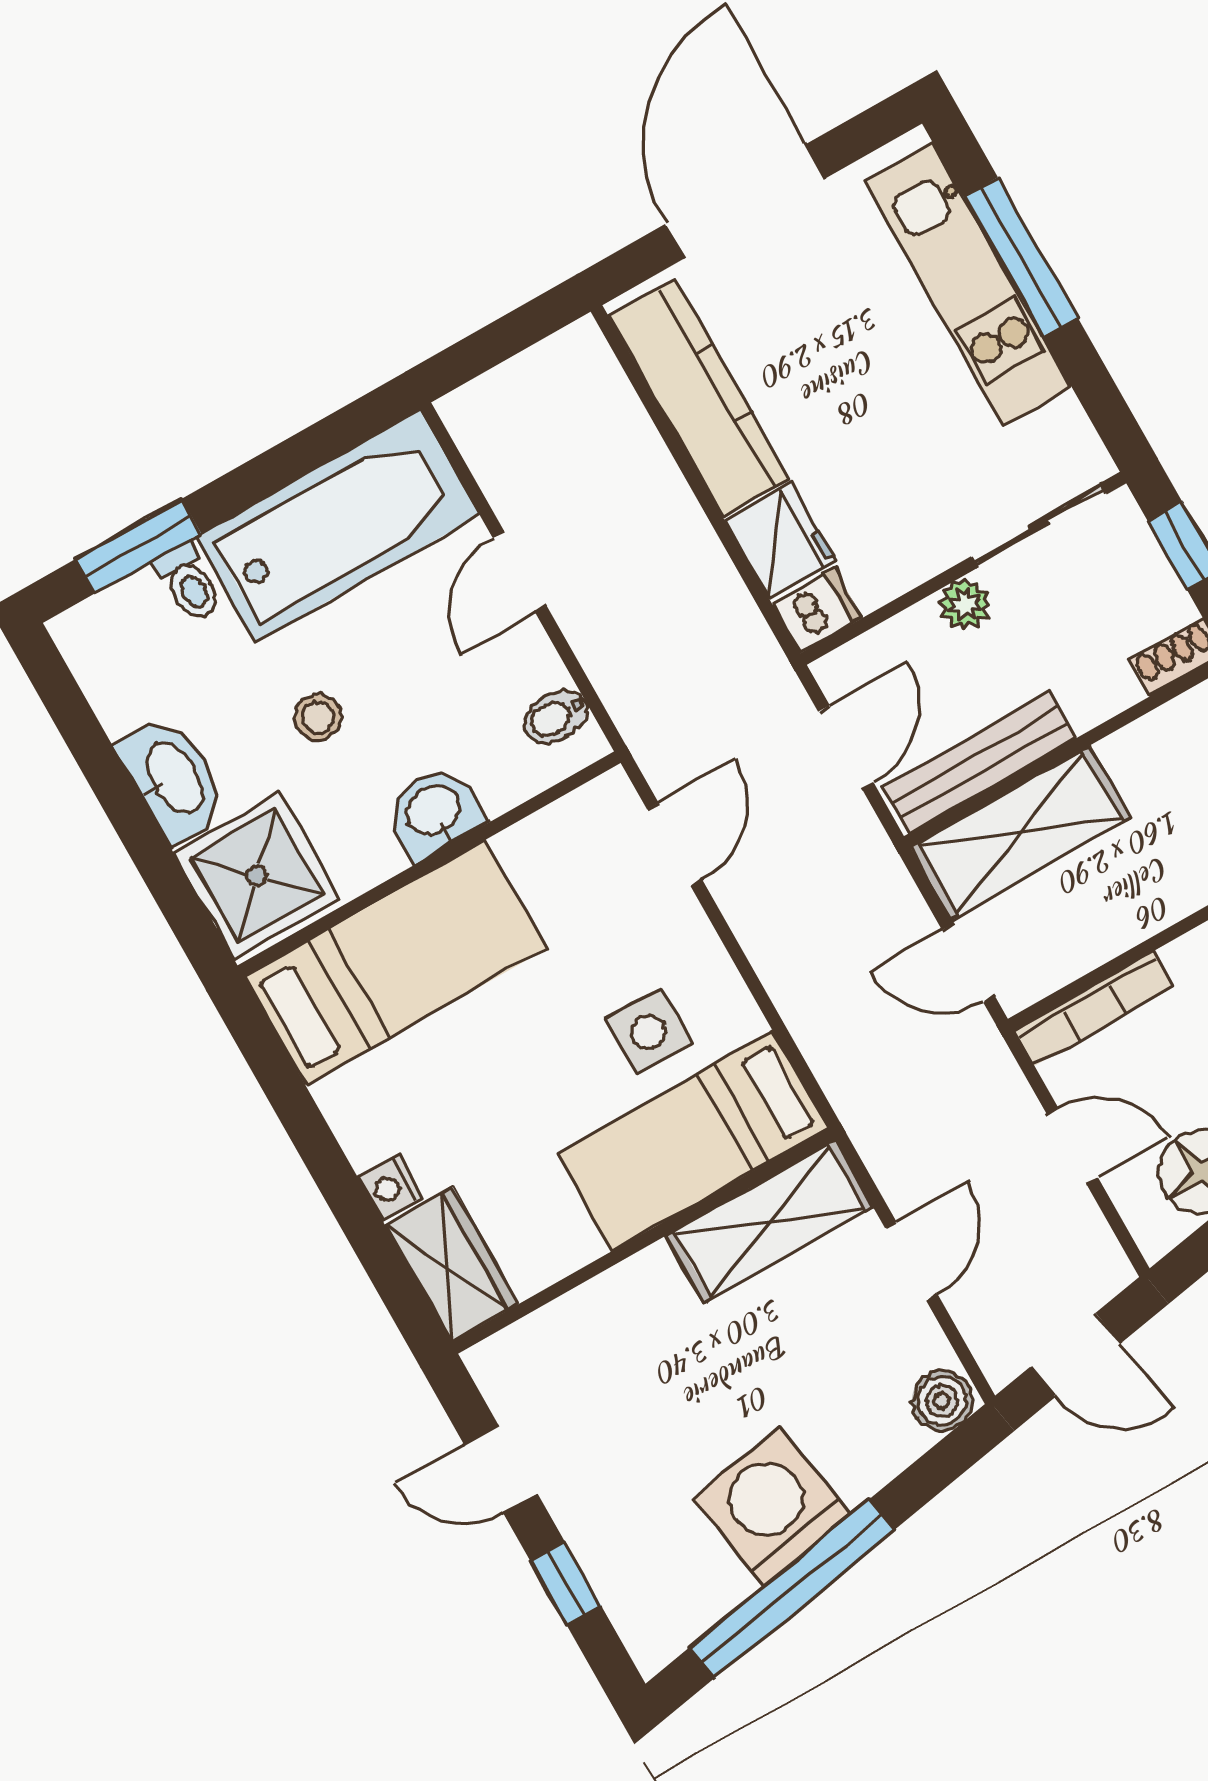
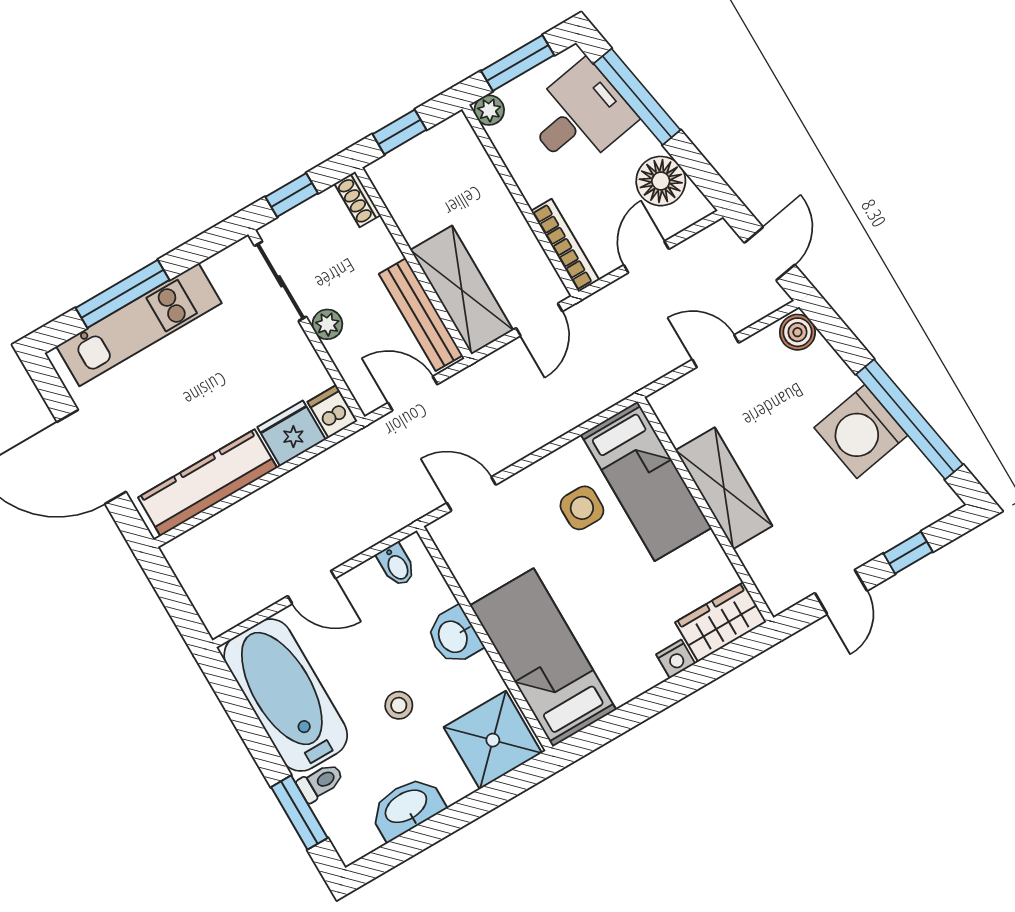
washbasin: (173, 779) -> (407, 807), moved
shelving: (770, 1221) -> (724, 488), moved

